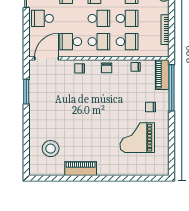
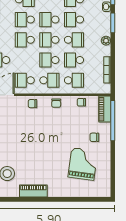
school desk: (99, 18) -> (49, 60), turned 180
school desk: (127, 18) -> (74, 60), turned 180
grand piano: (137, 138) -> (83, 164), turned 98

